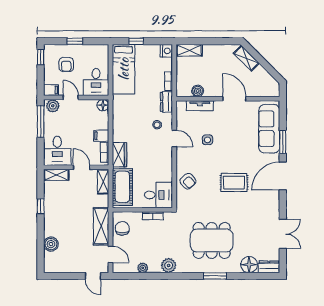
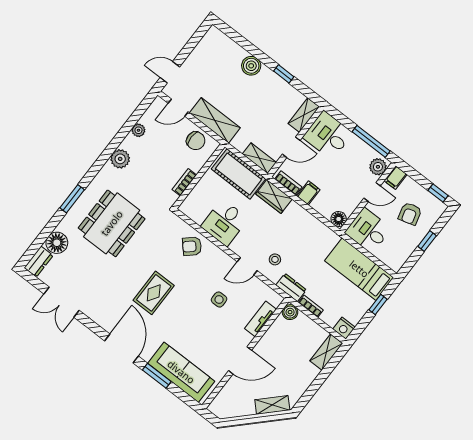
armchair: (66, 64) -> (410, 214), turned -106
boiler: (198, 91) -> (290, 312), moved
desk: (158, 195) -> (225, 223), moved
boiler: (51, 244) -> (251, 66), moved

